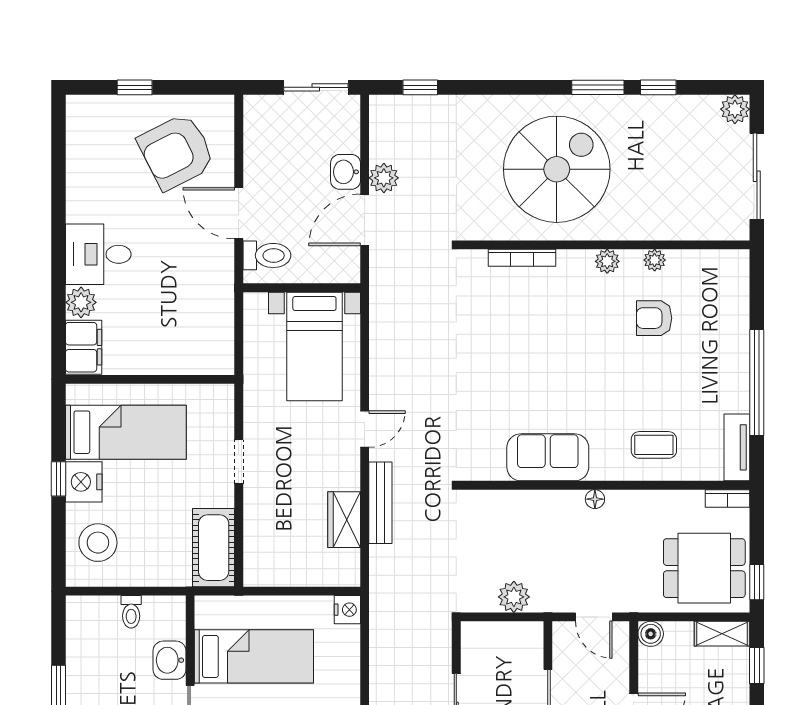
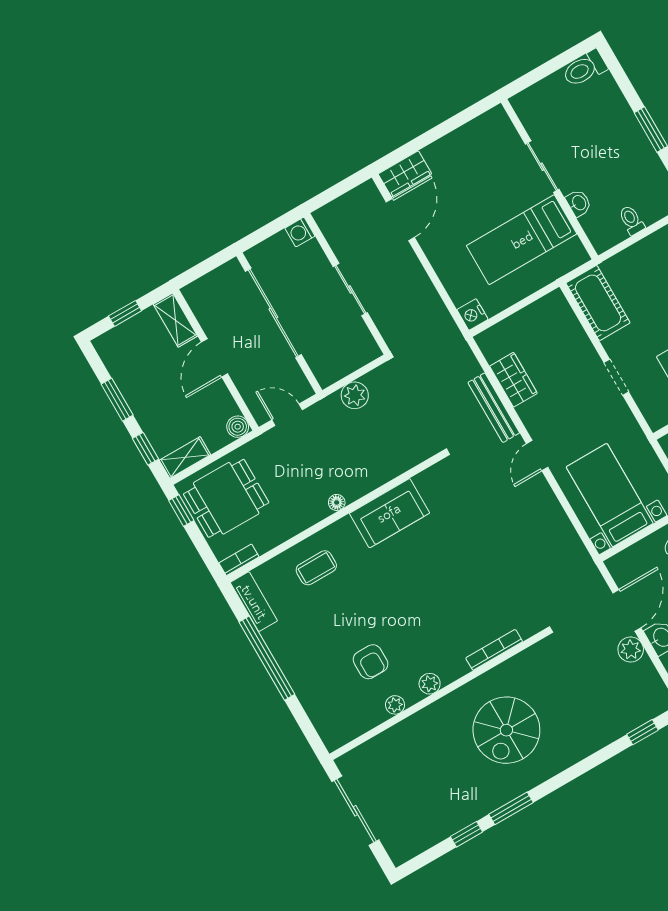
plant: (735, 109) -> (400, 851), removed
spiral stairs: (557, 169) -> (506, 730), width x0.73, depth x0.73
armchair: (654, 318) -> (371, 662), turned 90
washbasin: (170, 660) -> (579, 203), width x0.72, depth x0.69

